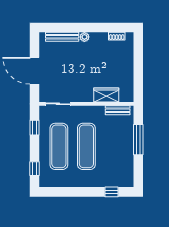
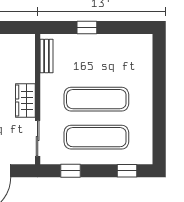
wardrobe: (106, 95) -> (25, 100), moved
window: (138, 140) -> (87, 28), width x0.46
window: (111, 192) -> (159, 65), removed

